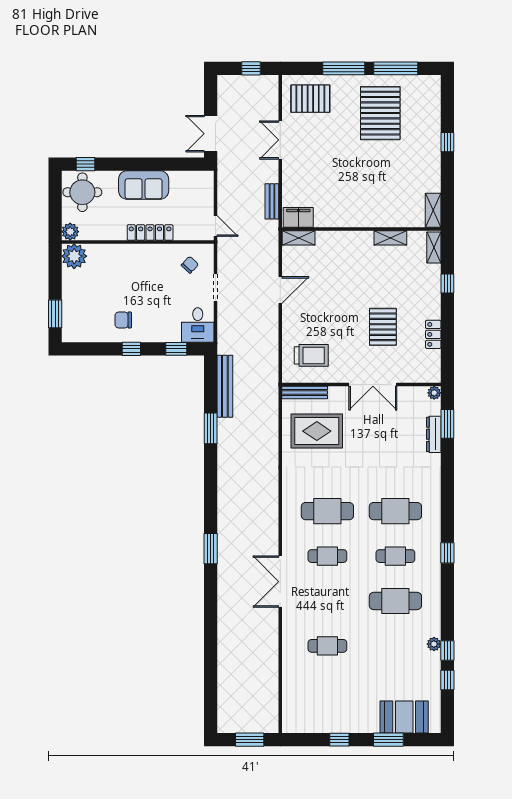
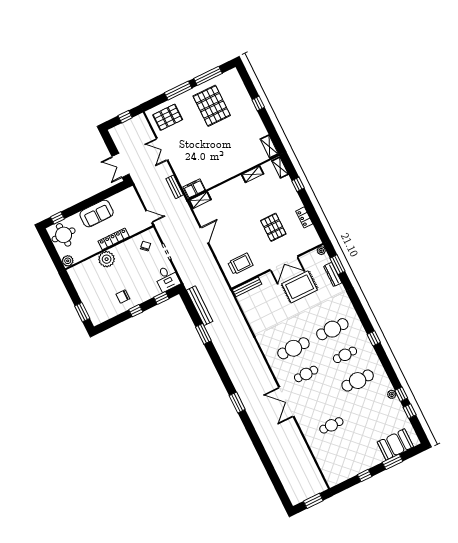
plant: (74, 256) -> (107, 259), moved
rug: (317, 431) -> (300, 287), moved

